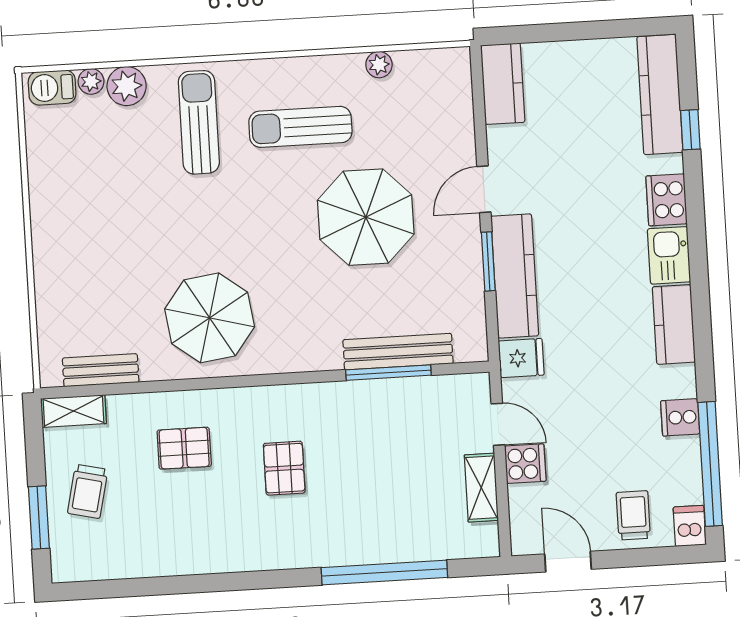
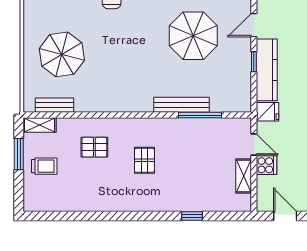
window: (488, 261) -> (254, 62), width x0.67
parasol: (210, 318) -> (62, 54), moved
bench: (398, 352) -> (182, 105), moved
trolley: (88, 491) -> (44, 166), turned -103
window: (39, 517) -> (19, 154), moved
window: (384, 572) -> (192, 216), width x0.32

